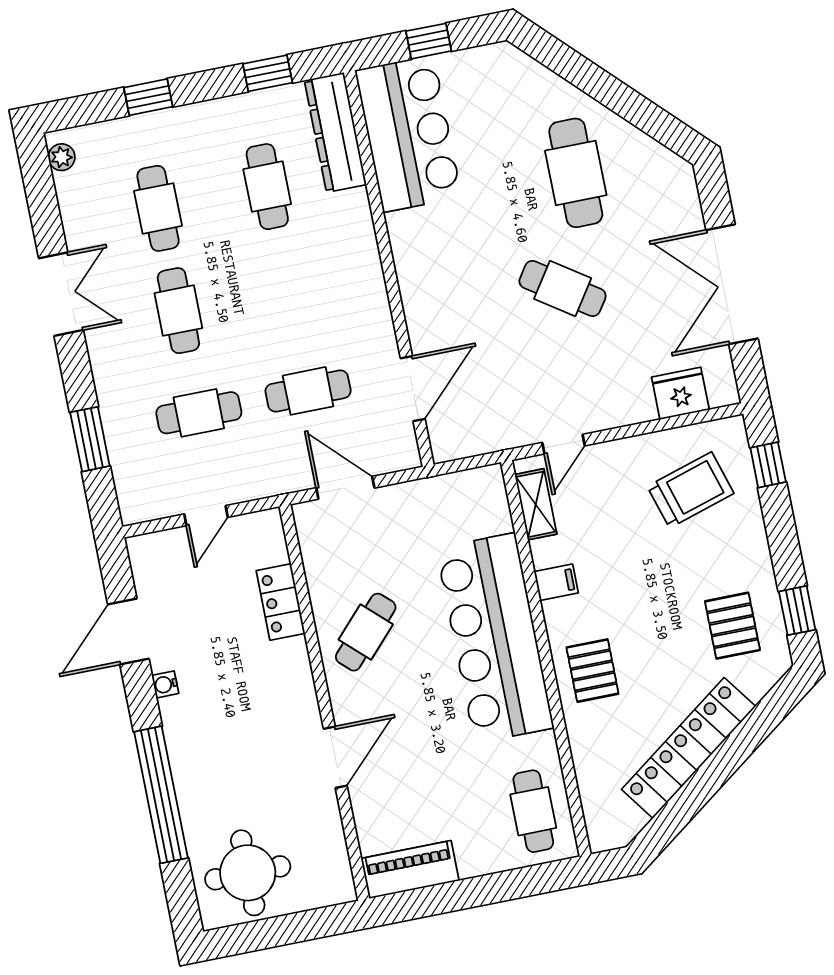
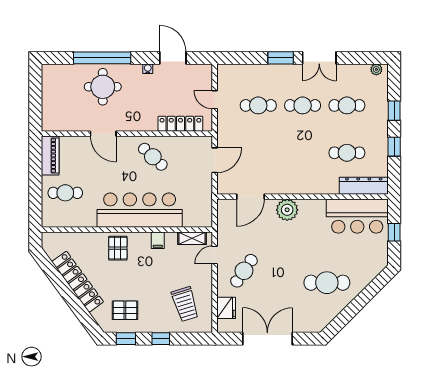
window: (268, 73) -> (394, 147), moved
cafe table: (563, 289) -> (244, 271), moved
plant: (426, 298) -> (287, 210), added
door: (413, 389) -> (251, 197), hinge flipped
cafe table: (308, 391) -> (258, 153), removed
cafe table: (199, 413) -> (258, 105), turned 90
window: (90, 439) -> (281, 58), moved
door: (564, 444) -> (215, 255), hinge flipped
window: (768, 465) -> (161, 339), moved
locker: (281, 602) -> (180, 124), width x1.53
pallet: (592, 671) -> (118, 248), turned 90
cafe table: (533, 811) -> (65, 193), moved
round table: (248, 873) -> (103, 87), moved

